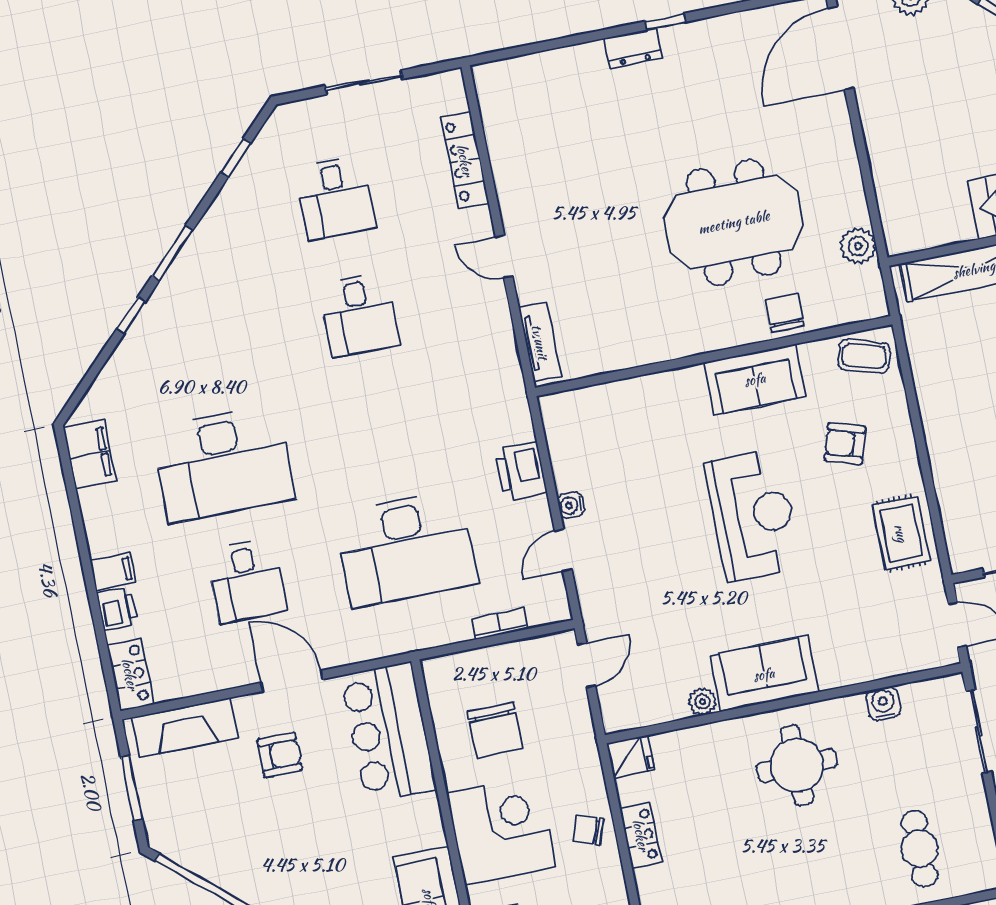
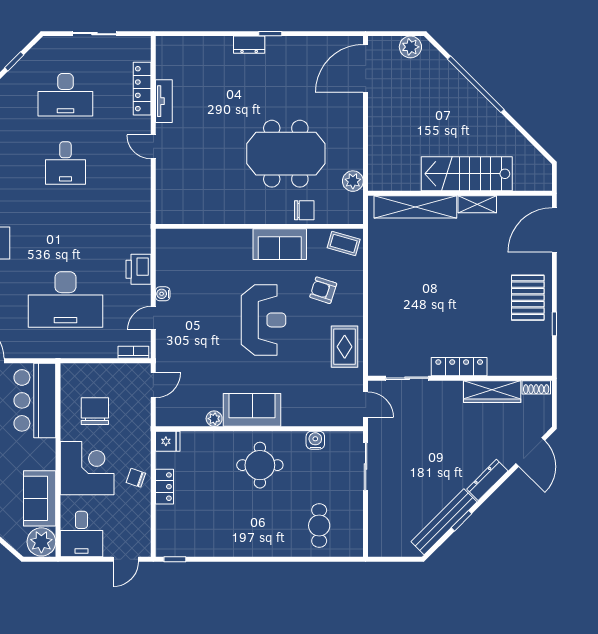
desk: (335, 197) -> (65, 95), width x1.37
chair: (785, 313) -> (304, 210), turned 90
tv unit: (540, 342) -> (164, 101), moved
bookcase: (500, 624) -> (133, 352), moved
chair: (495, 730) -> (95, 411), turned 180

